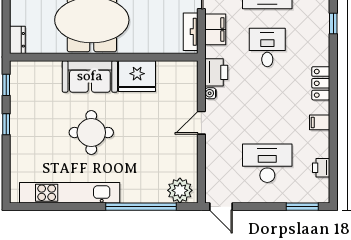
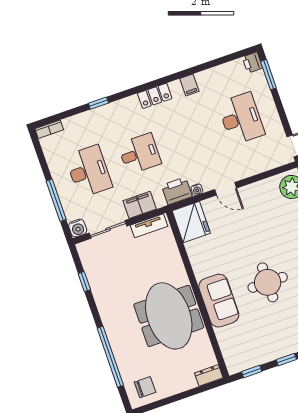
desk: (267, 47) -> (139, 154), turned 180
fridge: (137, 76) -> (191, 222), moved
desk: (267, 163) -> (241, 119), turned 180
printer: (321, 168) -> (252, 63), moved, turned 90

